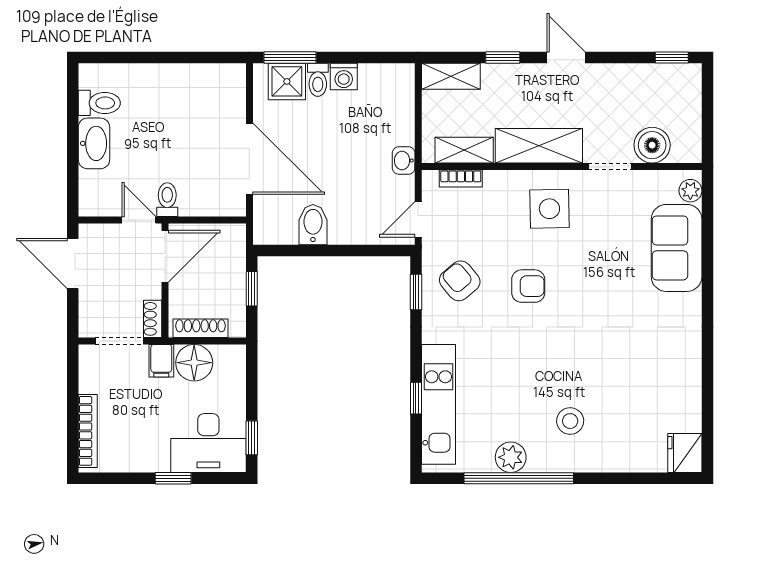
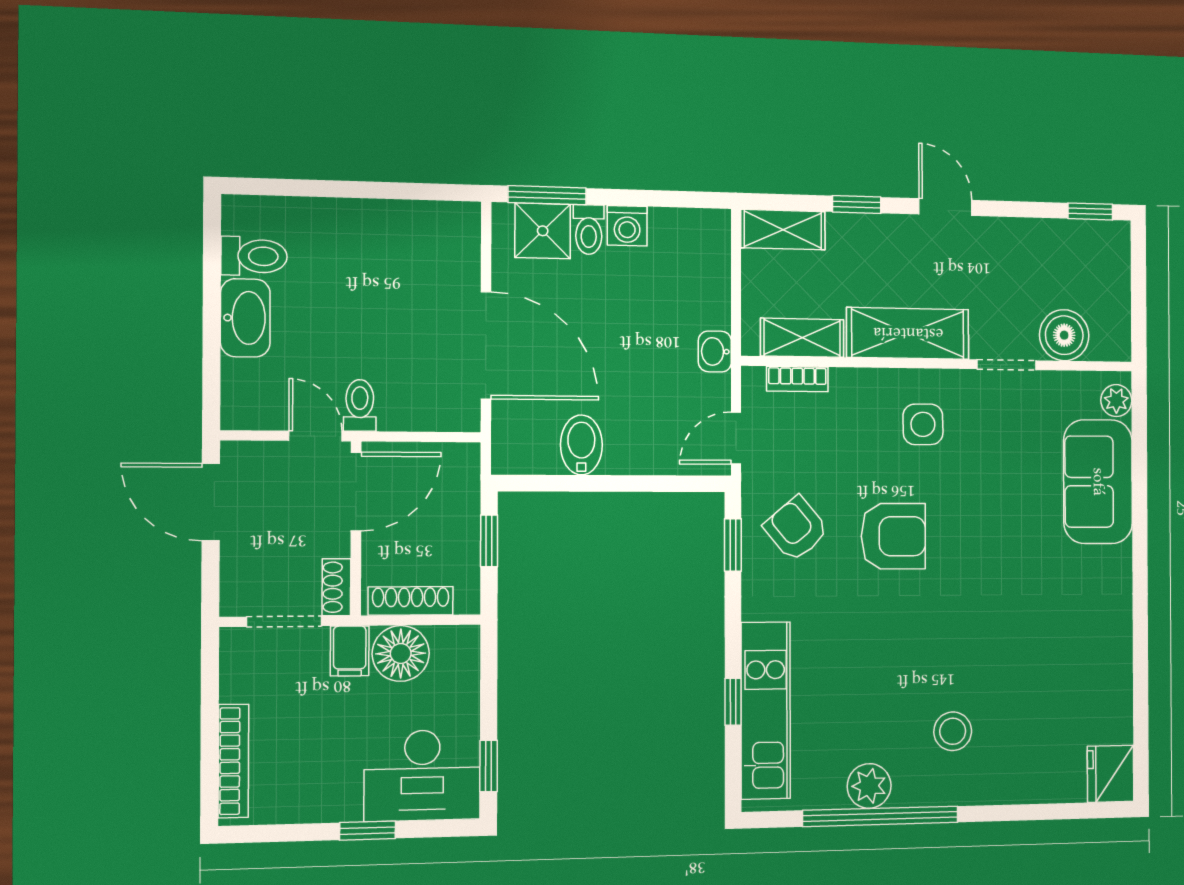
side table: (549, 209) -> (923, 424), width x0.73, depth x0.73
armchair: (528, 286) -> (893, 536), width x1.38, depth x1.38

